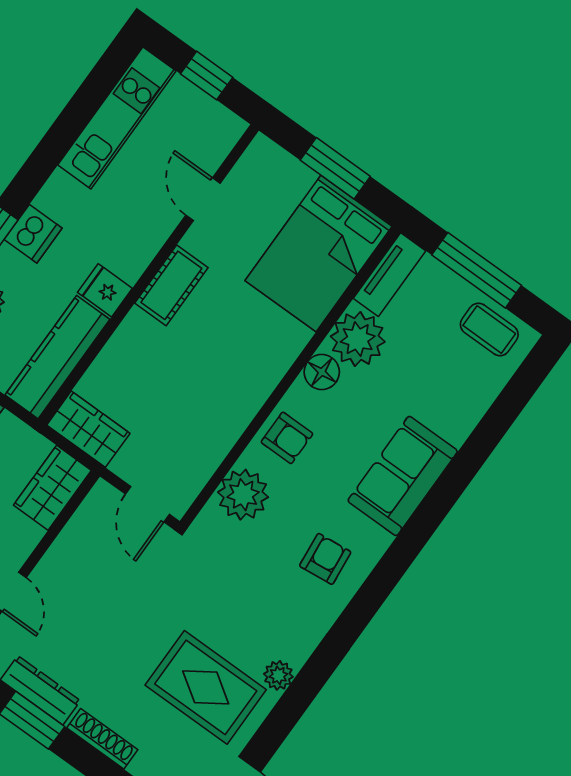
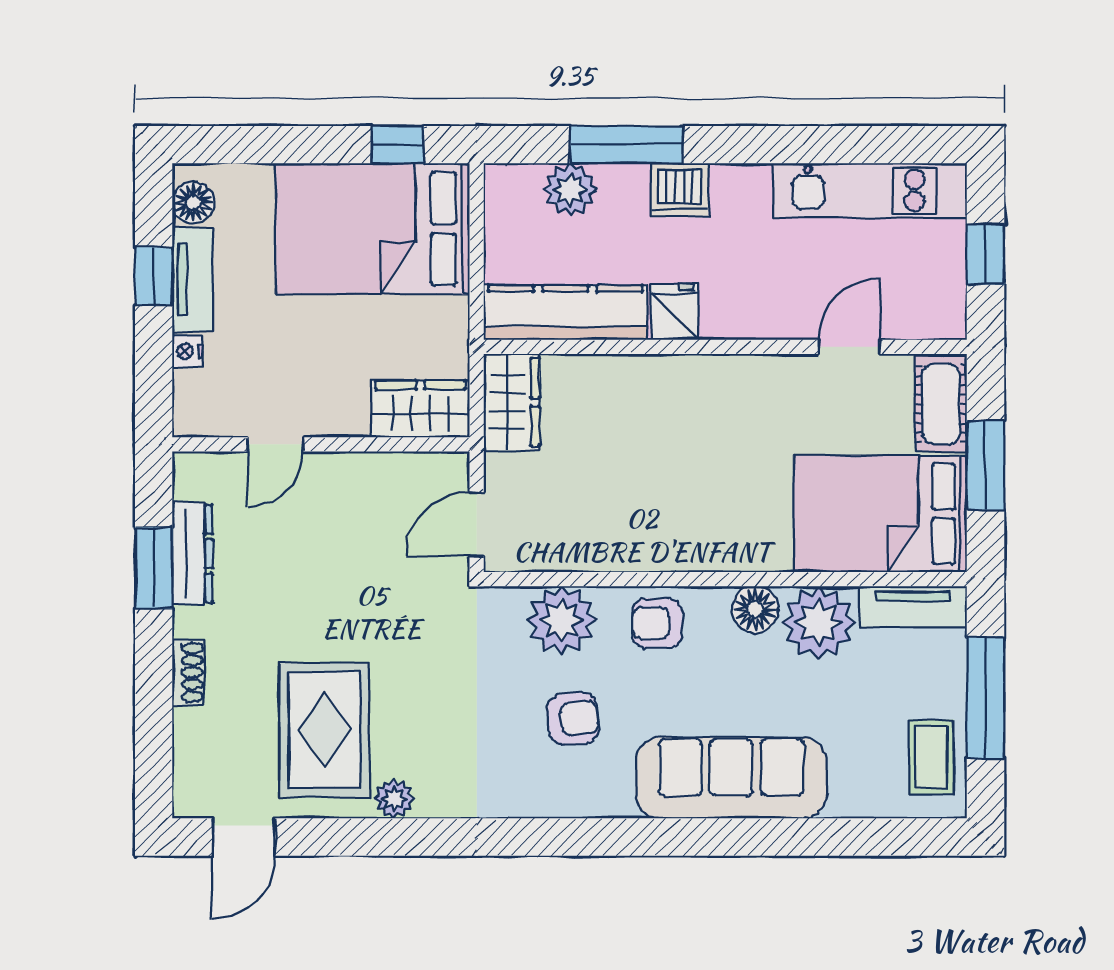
cot: (171, 285) -> (941, 404), moved, turned 90
armchair: (287, 438) -> (657, 623), turned 90
sofa: (403, 476) -> (731, 778), width x1.36
armchair: (325, 559) -> (573, 719), moved
shoe rack: (102, 739) -> (188, 672), width x0.70

